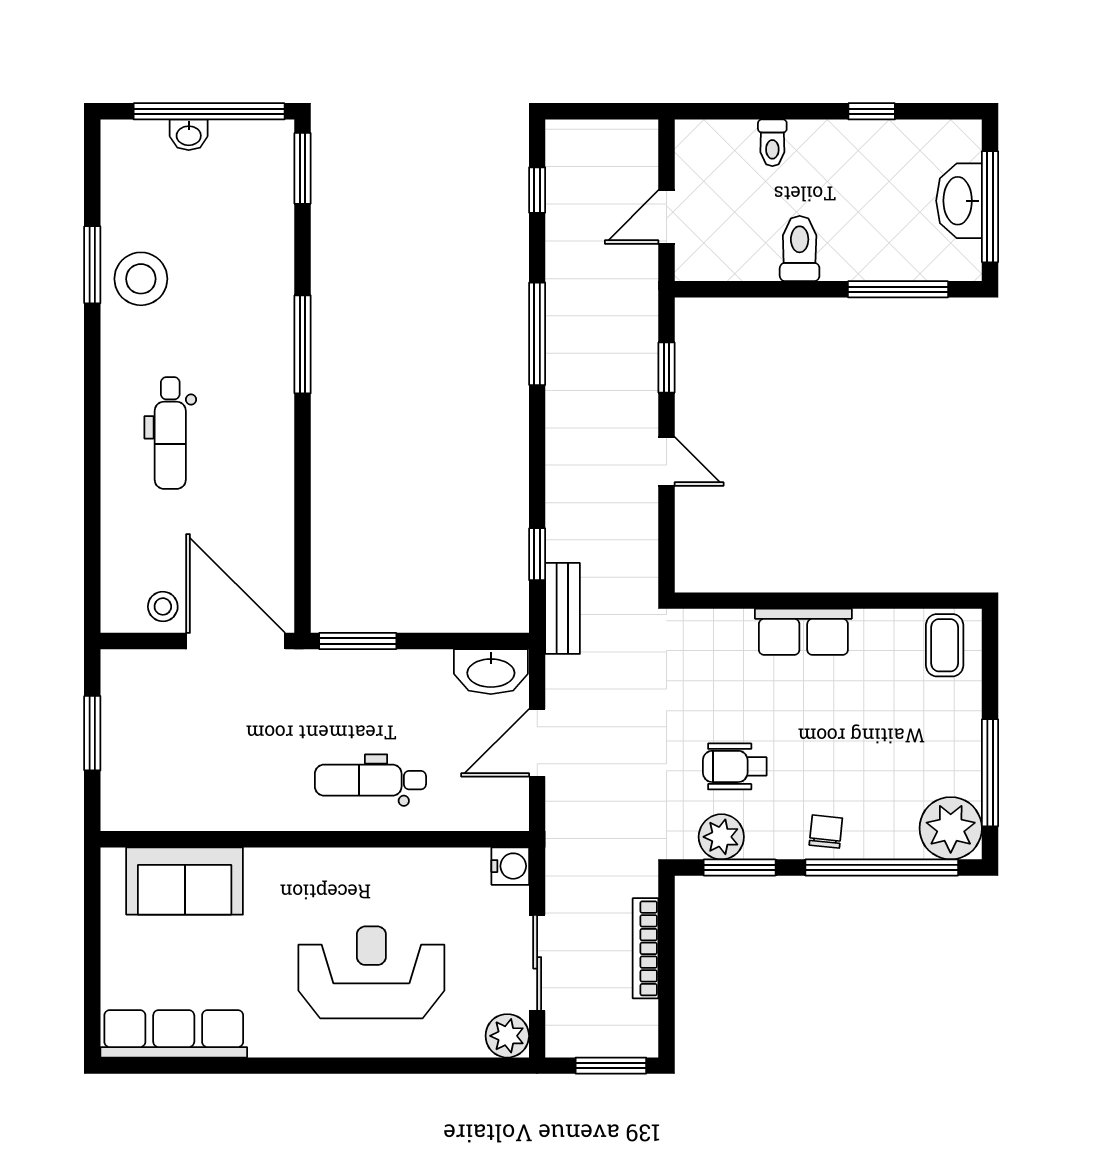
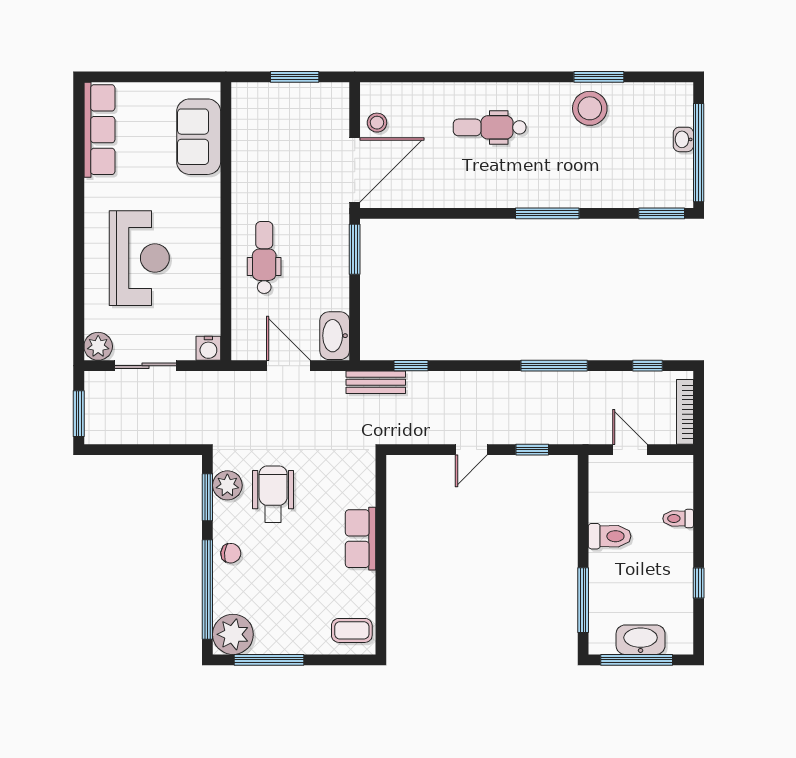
wheelchair: (735, 766) -> (273, 494), width x1.36, depth x1.37
bookcase: (646, 948) -> (685, 412), moved, turned -90

